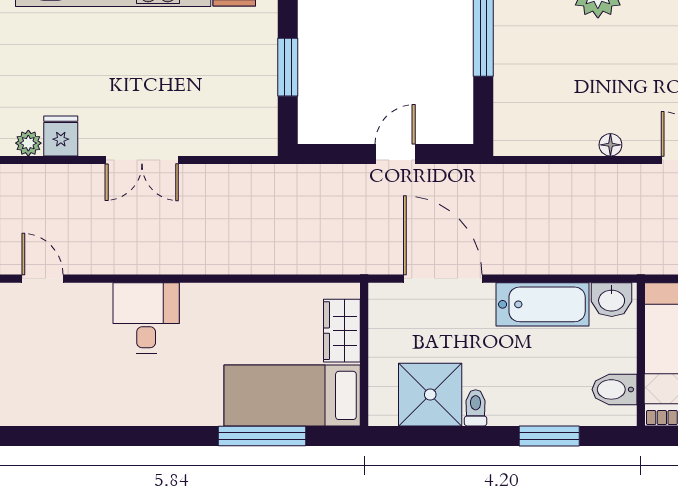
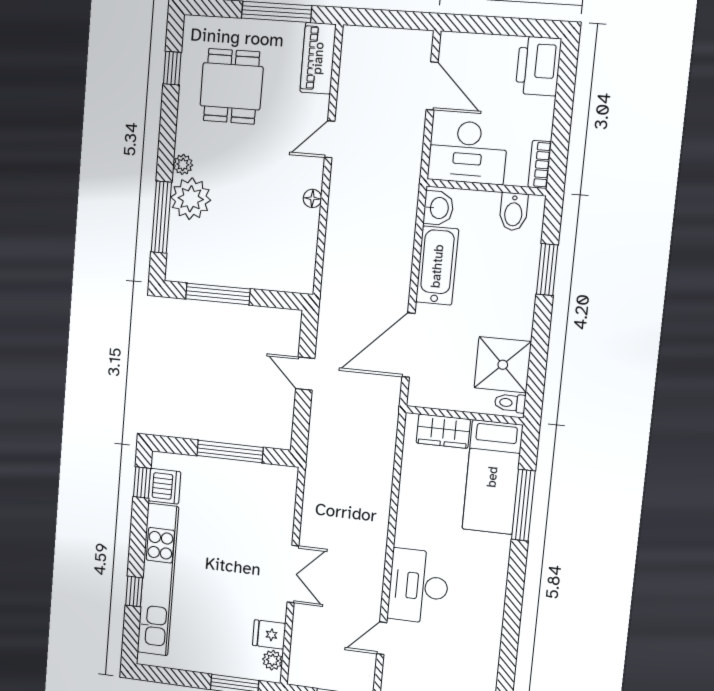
window: (288, 67) -> (230, 452), width x1.44
door: (42, 279) -> (382, 638), moved
desk: (146, 318) -> (418, 586), width x1.37
toilet: (476, 408) -> (510, 403), moved

